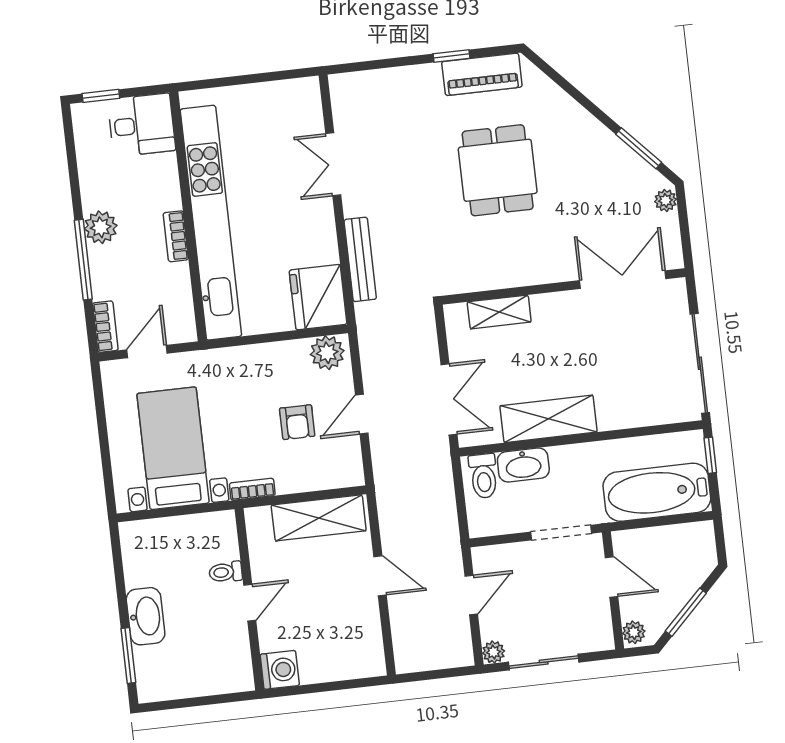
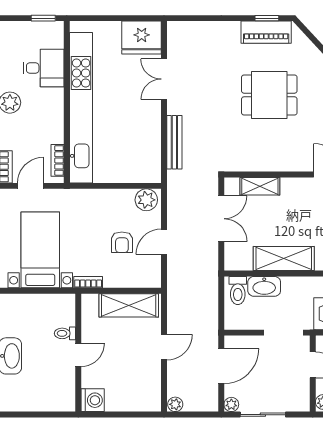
window: (451, 56) -> (267, 18), moved
window: (101, 96) -> (43, 18), moved
desk: (142, 125) -> (44, 68), moved
dining table: (498, 170) -> (269, 95), turned 90
bookcase: (176, 236) -> (58, 160), moved
fridge: (318, 297) -> (142, 38), moved, turned -90
double door: (449, 399) -> (221, 219), moved
door: (380, 576) -> (164, 347), hinge flipped
door: (471, 595) -> (221, 366), width x1.38
plant: (407, 662) -> (175, 404), added

